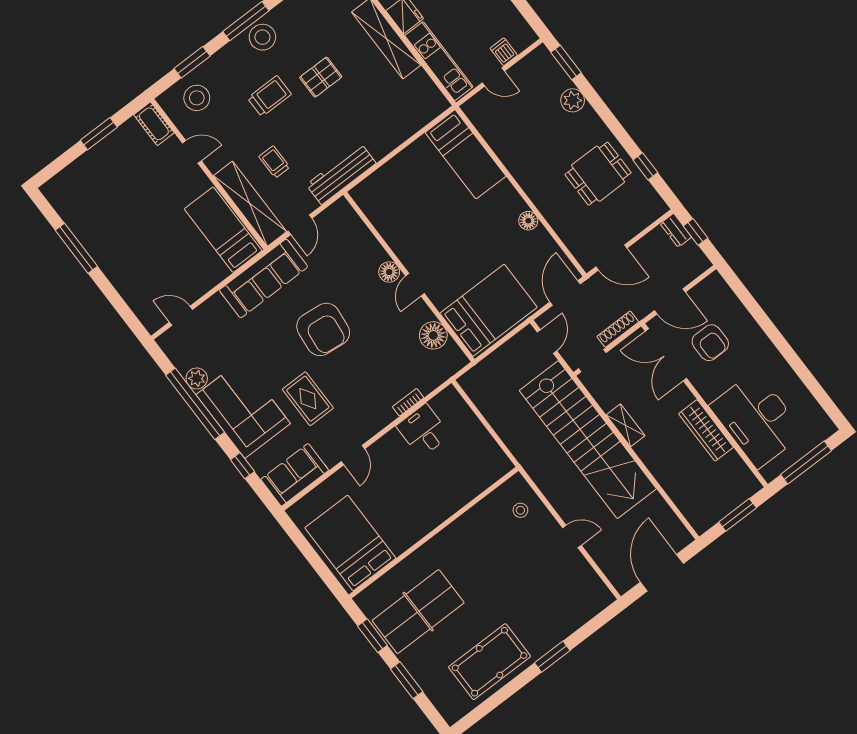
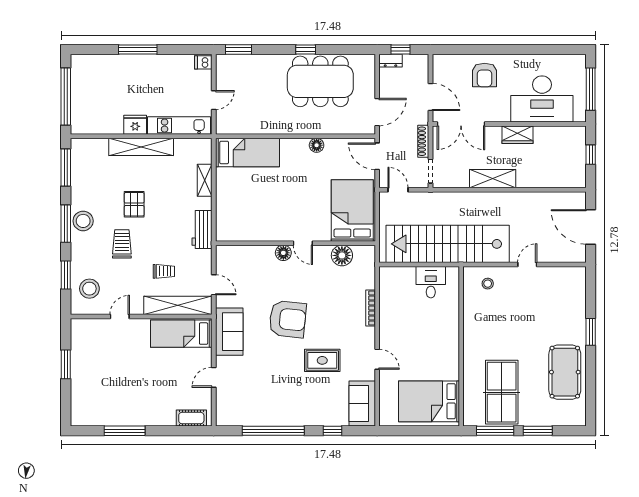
dishwasher: (504, 52) -> (203, 62), moved
plant: (573, 100) -> (264, 63), removed
cot: (154, 124) -> (191, 418), moved
shelving: (402, 132) -> (205, 180), added
trolley: (274, 162) -> (164, 271), turned 180
window: (645, 166) -> (306, 49), moved
workbench: (341, 174) -> (202, 229), width x0.73
dining table: (598, 174) -> (320, 81), width x1.88, depth x1.24
sofa: (264, 278) -> (229, 332), width x0.73
door: (670, 301) -> (431, 97), hinge flipped
door: (181, 316) -> (214, 377), moved
armchair: (710, 343) -> (485, 75), moved, turned 90
plant: (197, 378) -> (259, 418), removed
bookcase: (408, 402) -> (371, 308), width x1.56
corner sofa: (243, 409) -> (299, 404), removed
shelving: (626, 425) -> (493, 179), width x1.50, depth x1.33
wardrobe: (706, 430) -> (518, 135), width x0.67
desk: (423, 431) -> (431, 282), moved, turned 90
stairs: (588, 440) -> (448, 244), moved, turned 180
window: (738, 515) -> (591, 155), width x0.67
window: (372, 636) -> (495, 431), width x1.44

